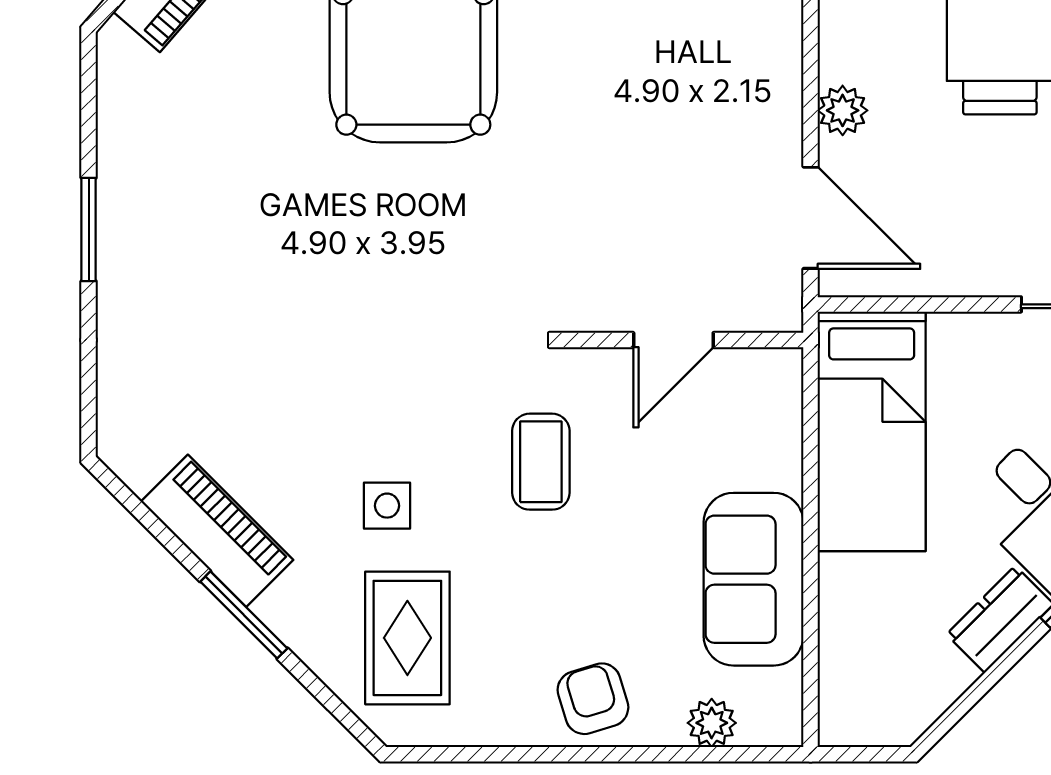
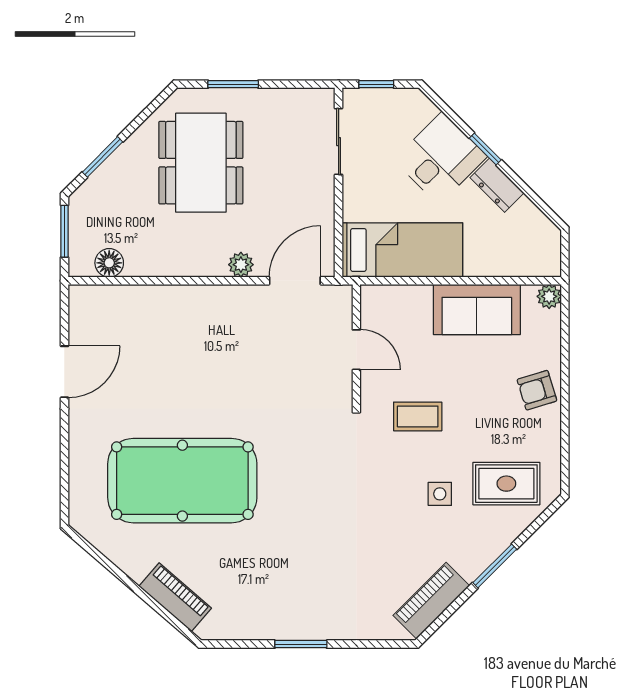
piano: (217, 531) -> (431, 601), moved
plant: (712, 723) -> (549, 296), moved

